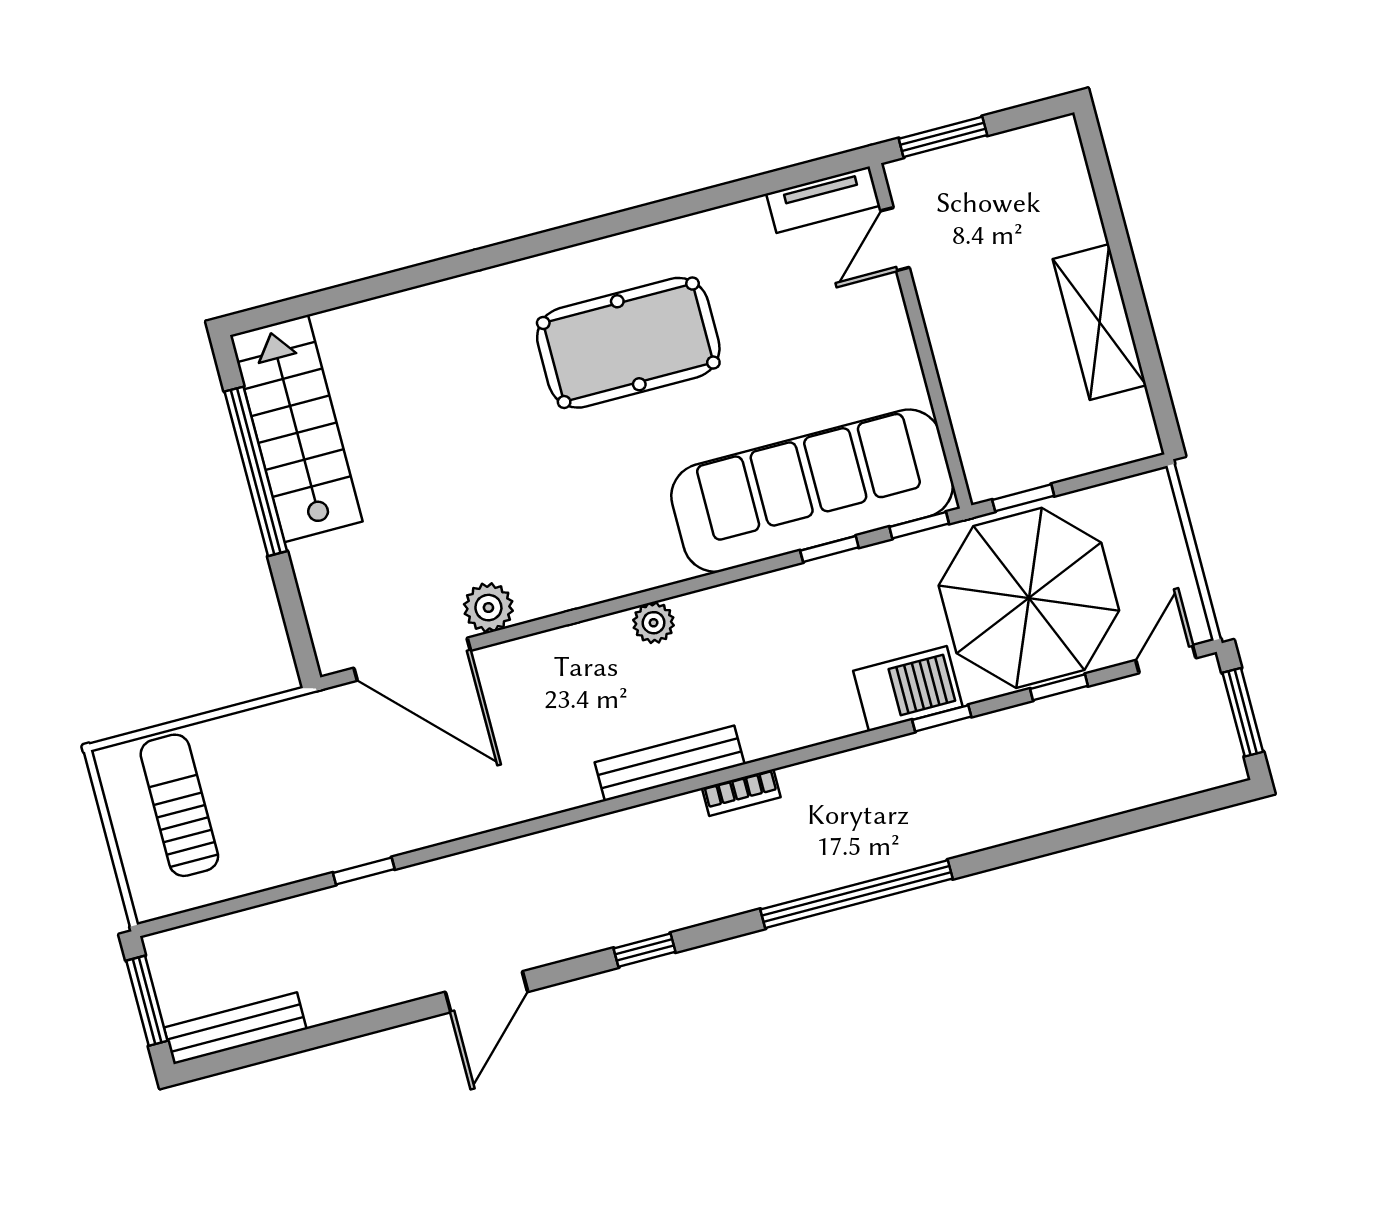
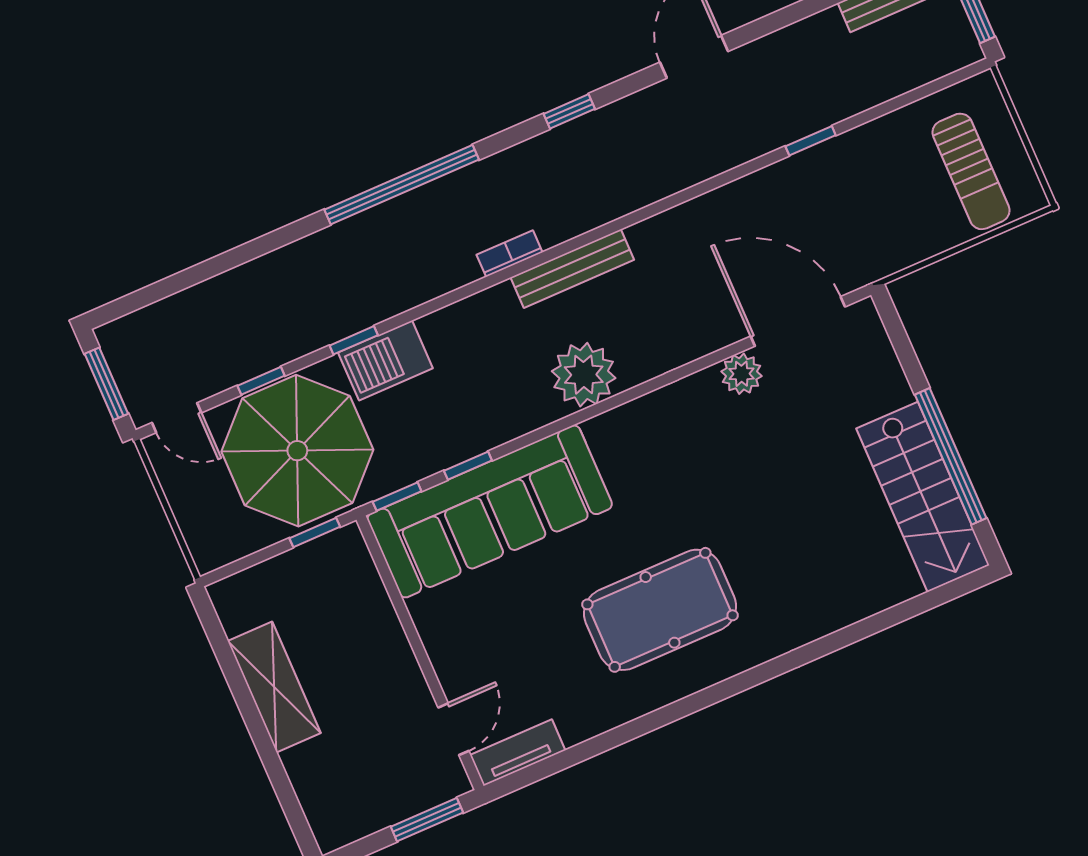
plant: (654, 623) -> (584, 375), width x1.87, depth x1.87
door: (1166, 659) -> (177, 418), hinge flipped

